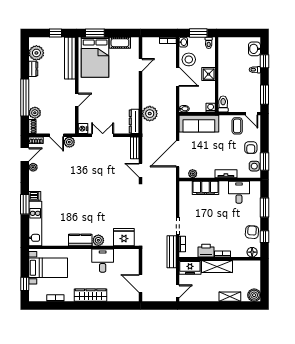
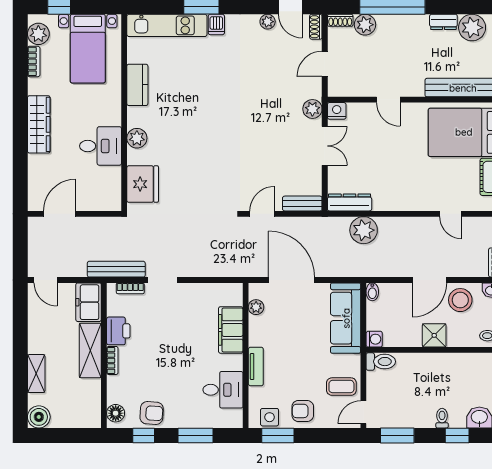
plant: (69, 142) -> (312, 109), moved
kitchen counter: (80, 240) -> (137, 85), moved
plant: (40, 295) -> (38, 34), added

